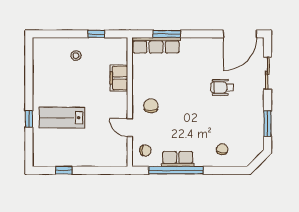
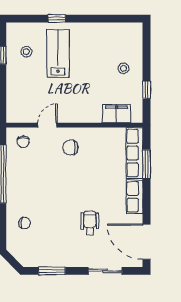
filing cabinet: (119, 78) -> (116, 114), moved
chair: (151, 106) -> (70, 148), turned 180
stool: (60, 148) -> (26, 52), added
row of seats: (178, 159) -> (135, 197), moved, turned 180

